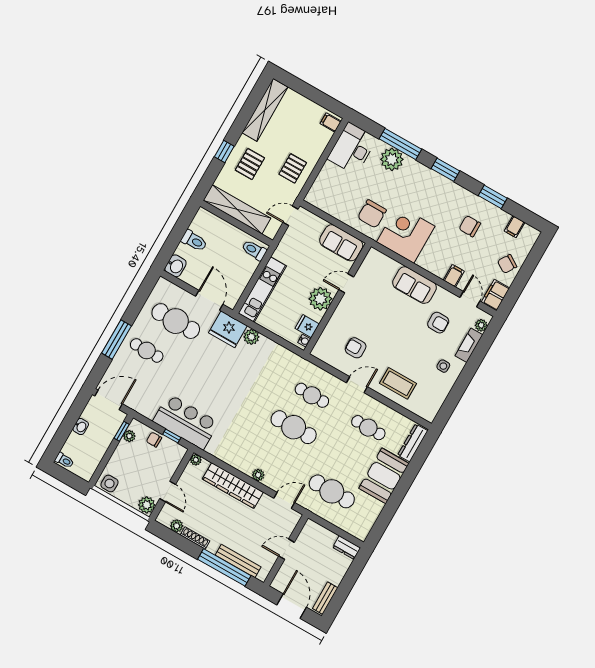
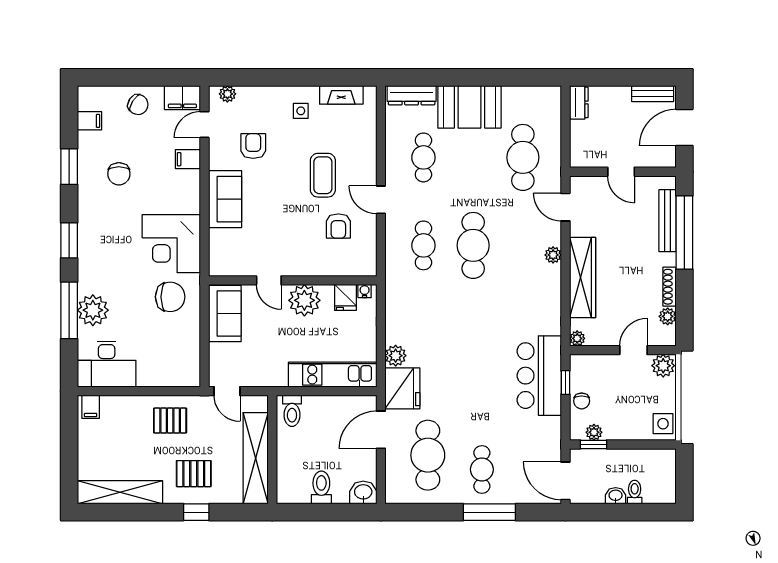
fireplace: (469, 345) -> (341, 95), moved
coffee table: (398, 383) -> (323, 175), moved
toilet: (64, 460) -> (635, 492), moved

